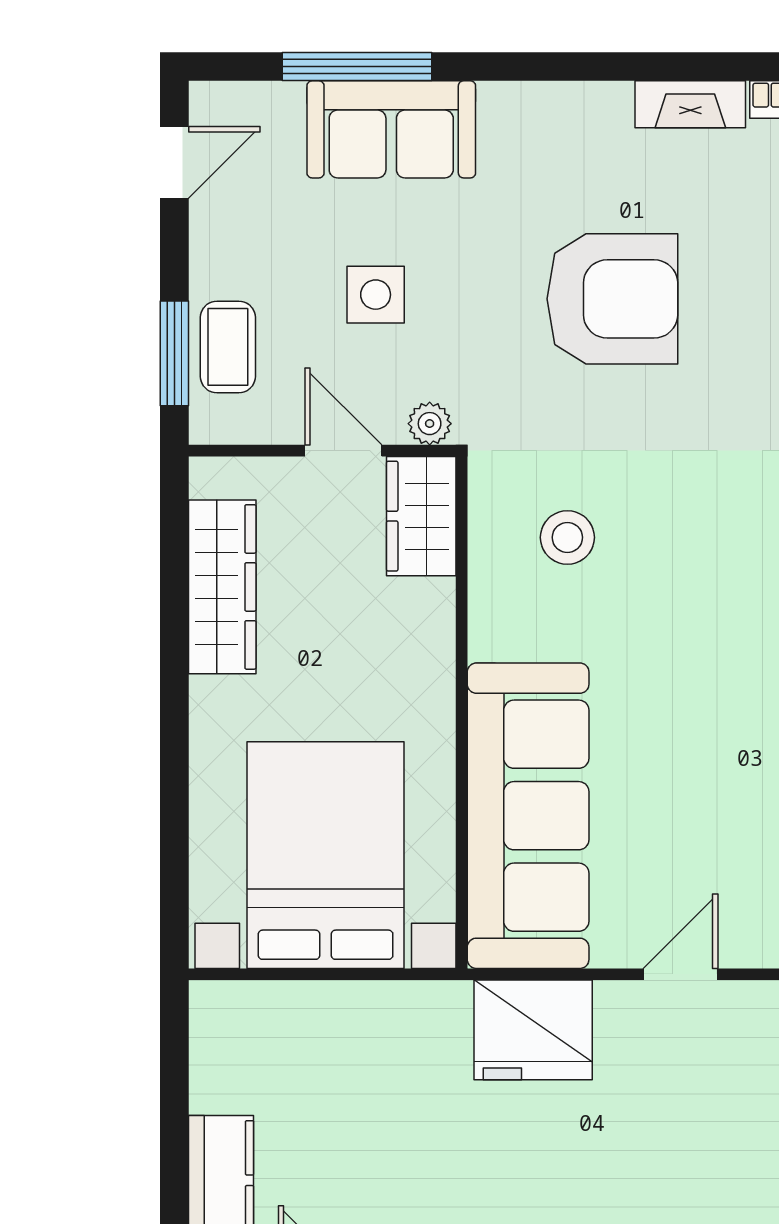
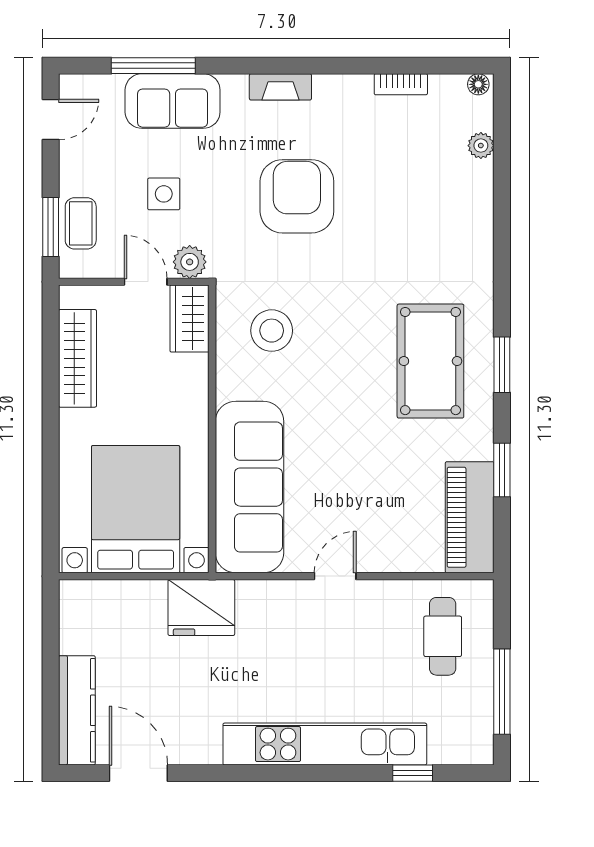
fireplace: (690, 104) -> (280, 87), moved
armchair: (612, 299) -> (297, 196), turned -90
plant: (430, 424) -> (190, 262), width x1.38, depth x1.38
stool: (567, 537) -> (272, 331), width x1.38, depth x1.38
fridge: (533, 1030) -> (201, 608), moved

